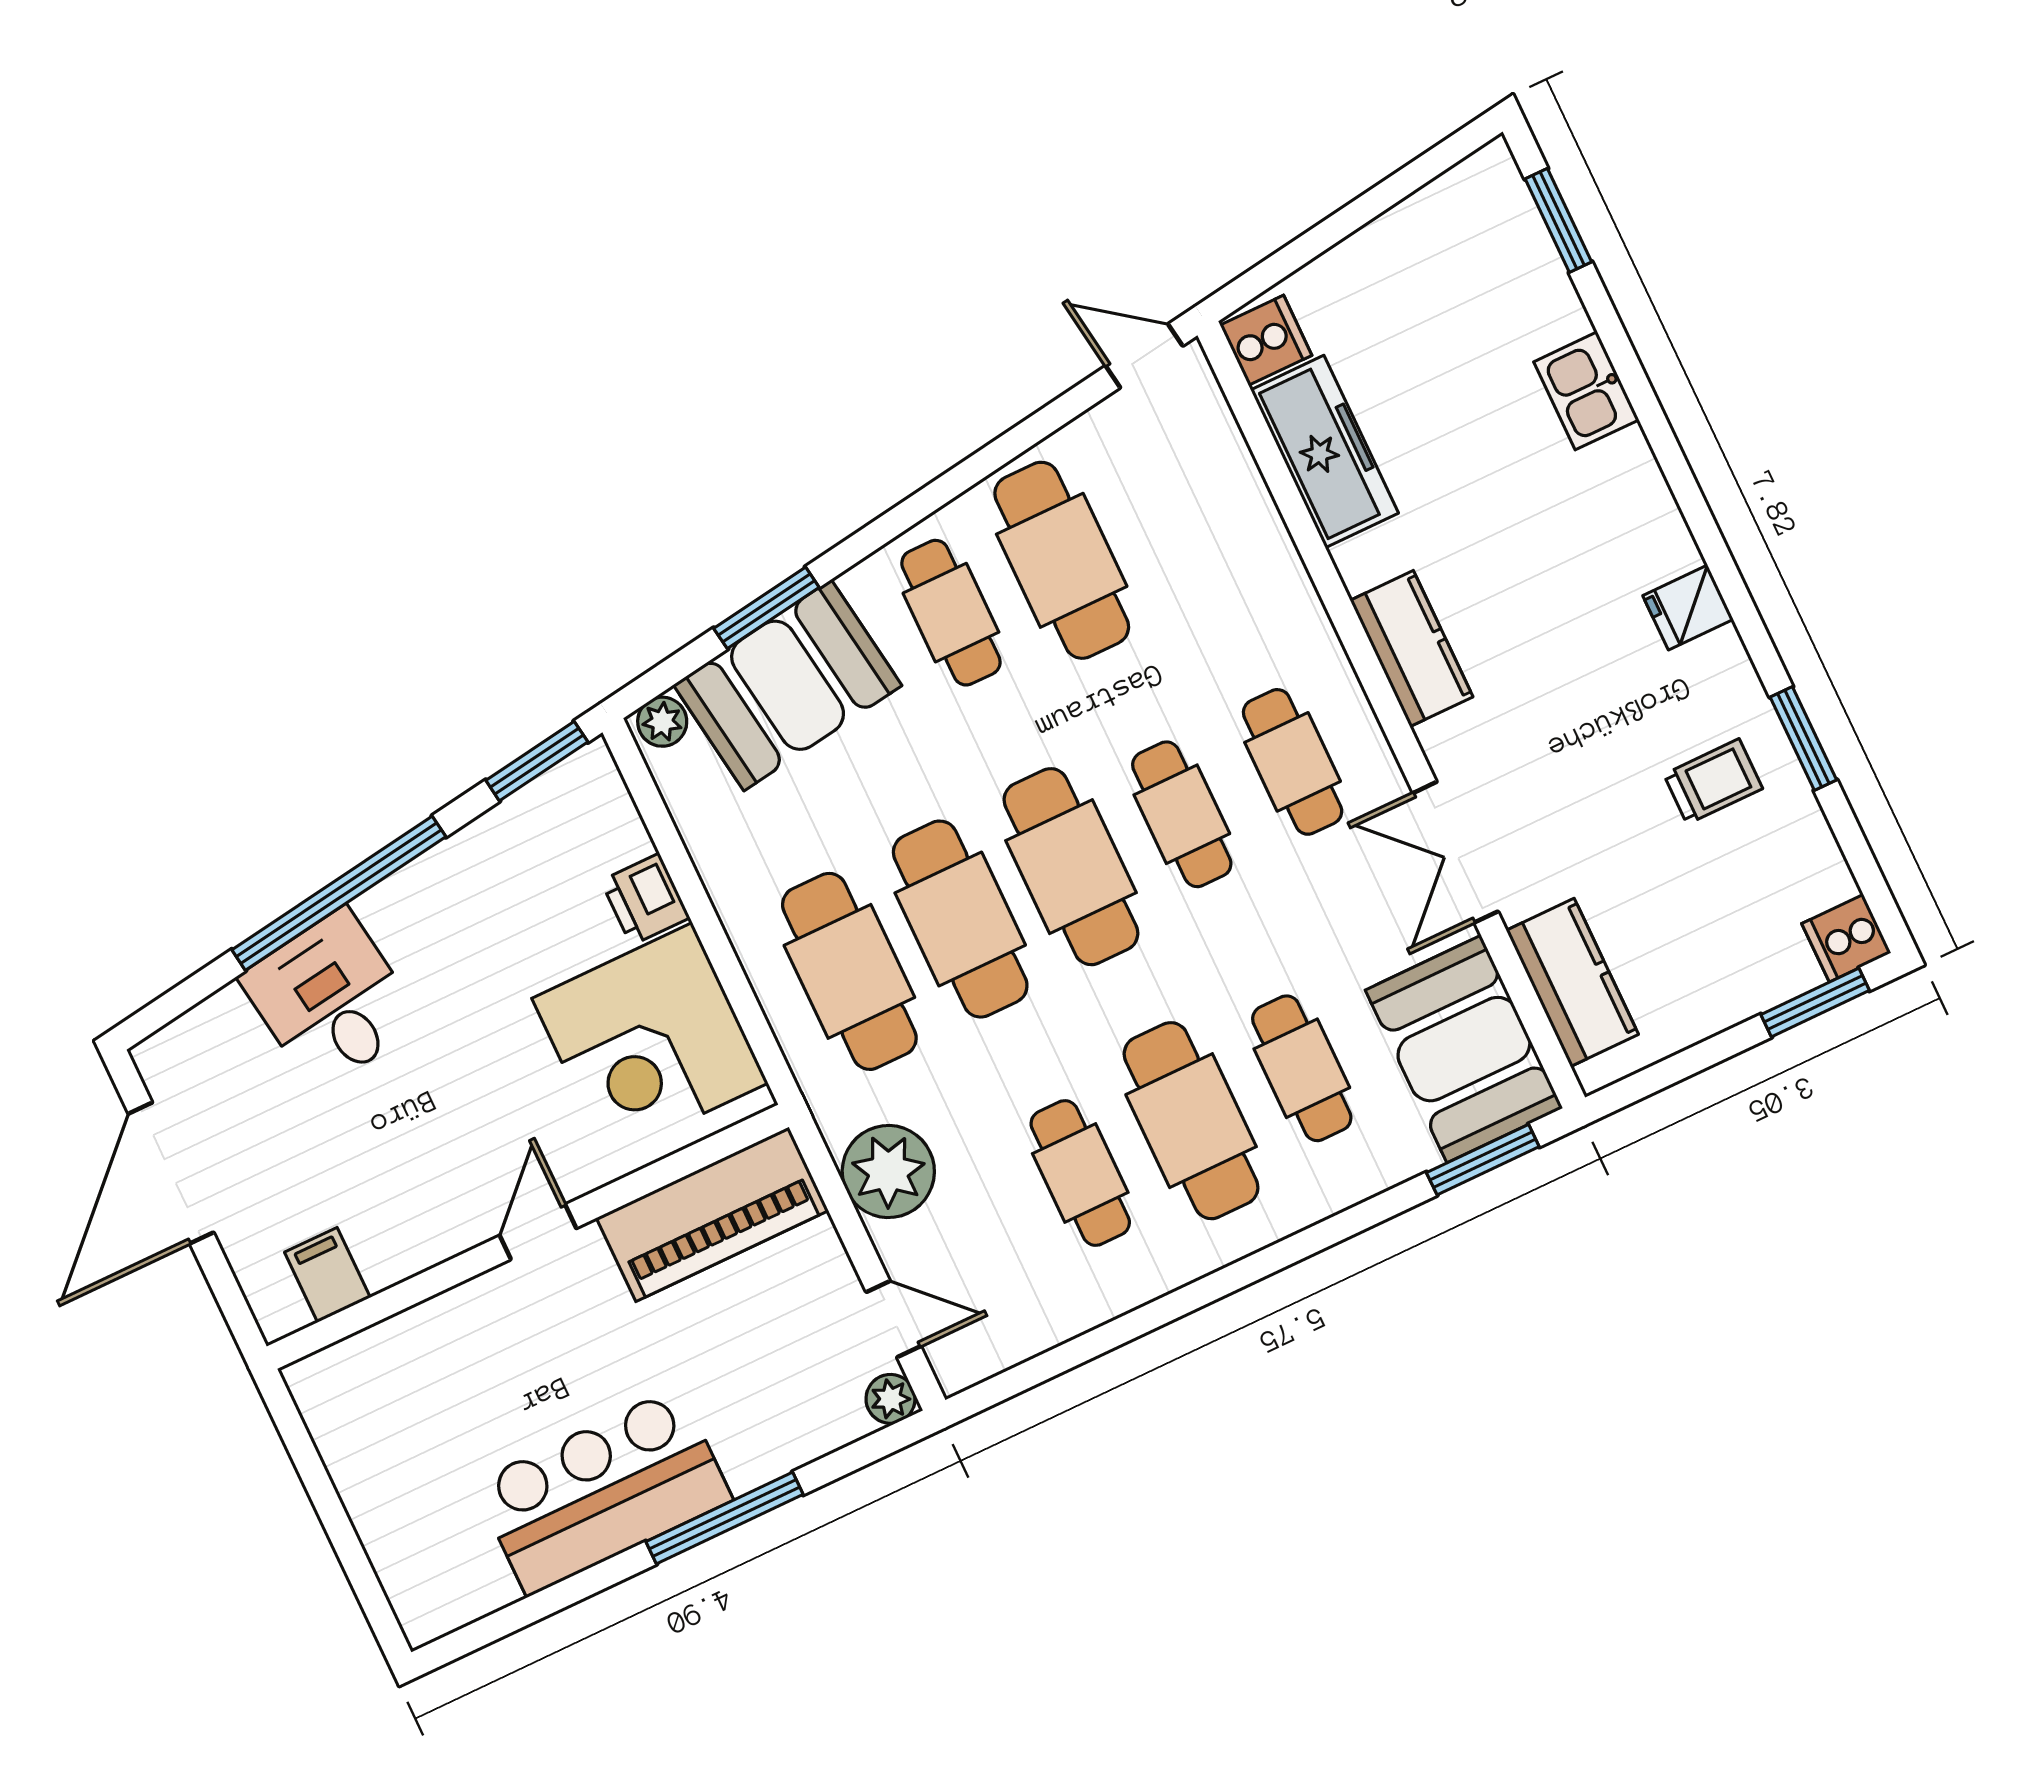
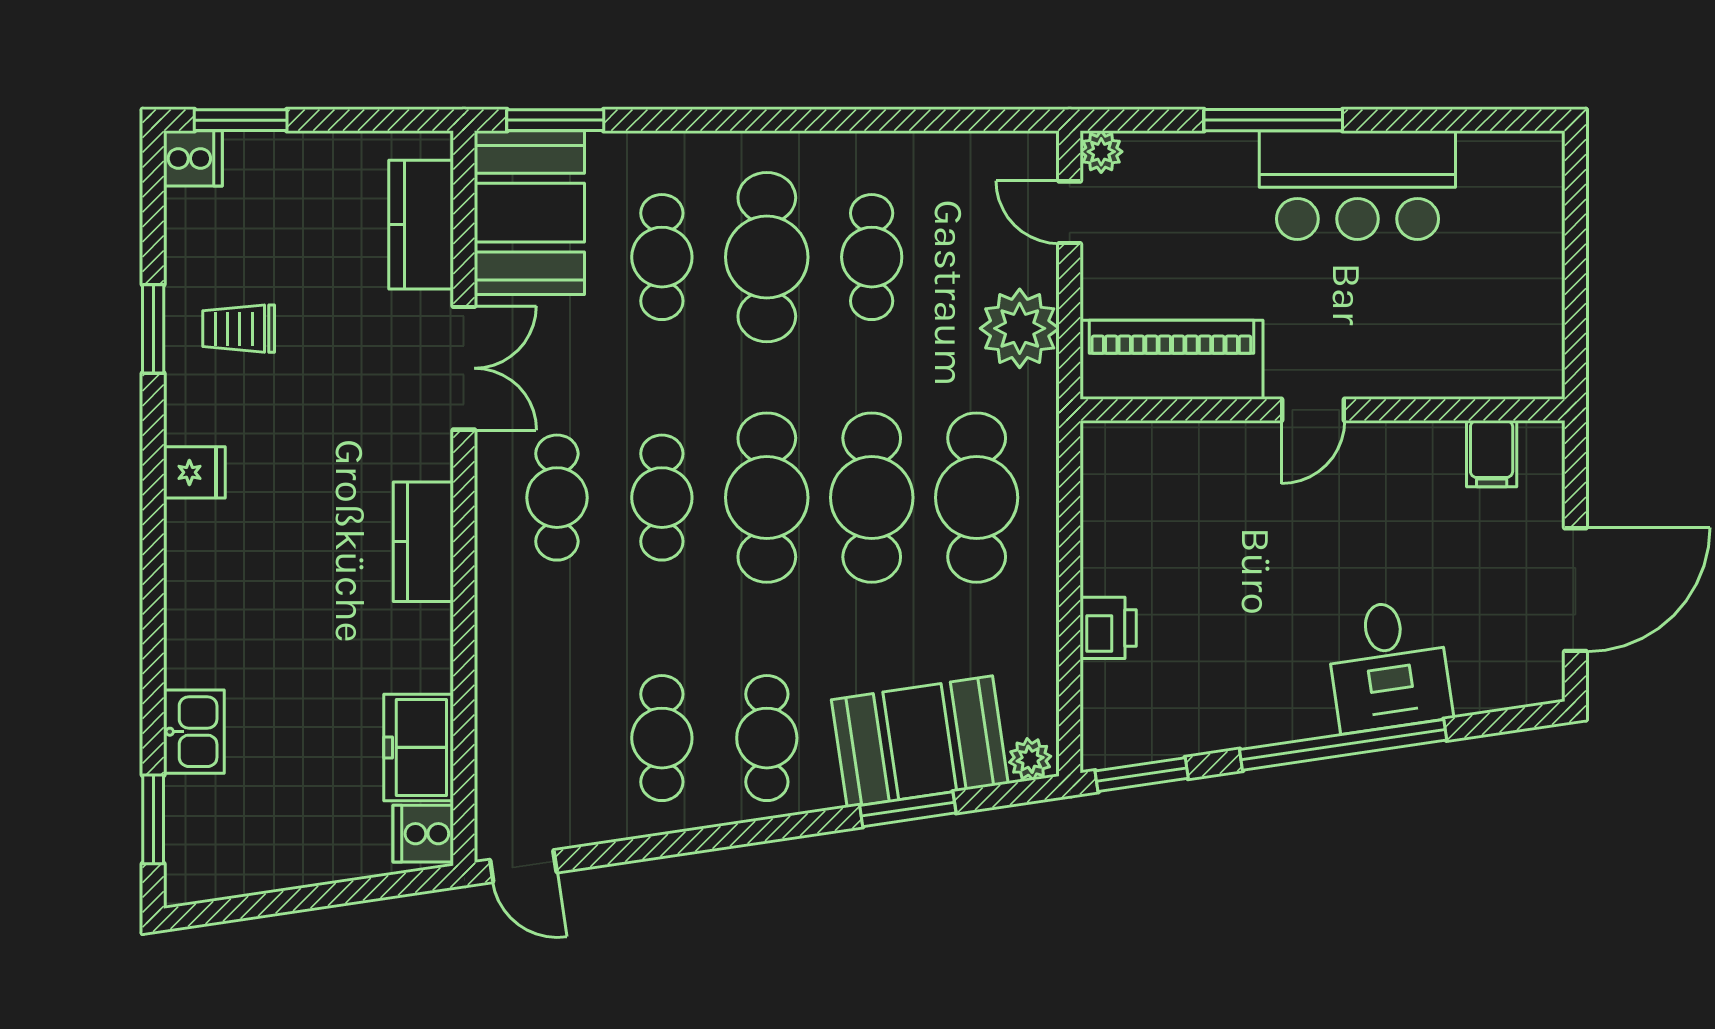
kitchen sink: (1586, 391) -> (194, 732), moved
freezer: (1325, 451) -> (419, 747), width x0.71
cafe table: (1062, 560) -> (662, 738), width x0.73, depth x0.74
corner desk: (650, 1041) -> (1156, 517), removed

